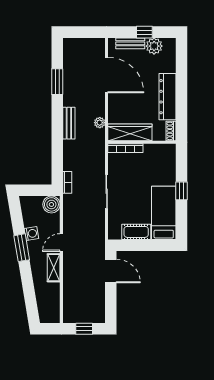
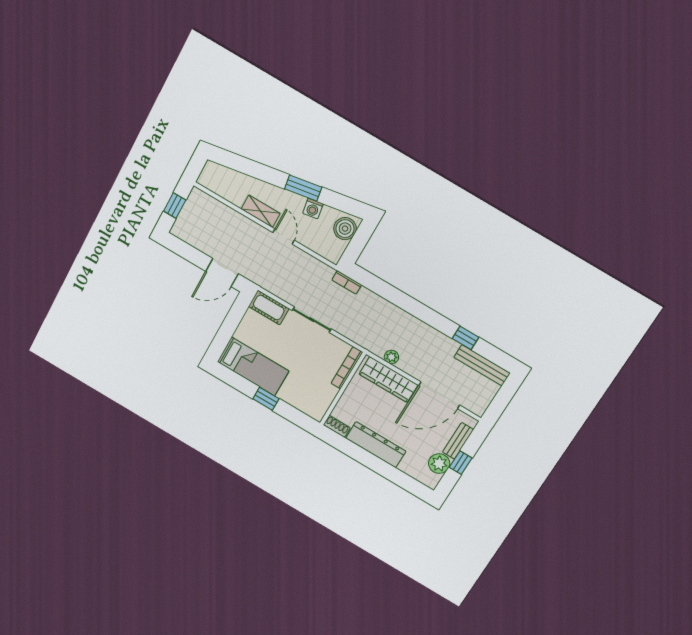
window: (57, 82) -> (465, 338), width x0.67
bench: (69, 123) -> (482, 365), moved, width x1.36
wardrobe: (130, 132) -> (388, 380), moved, turned 90
boiler: (51, 204) -> (345, 229), moved
cot: (136, 232) -> (269, 308), moved, turned 90

